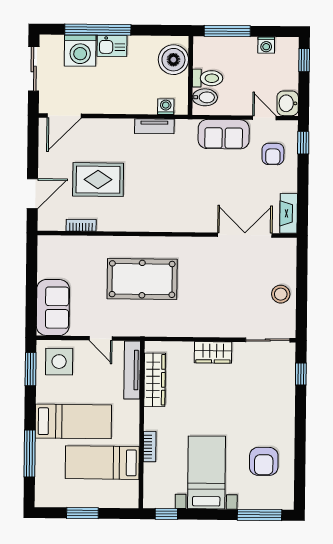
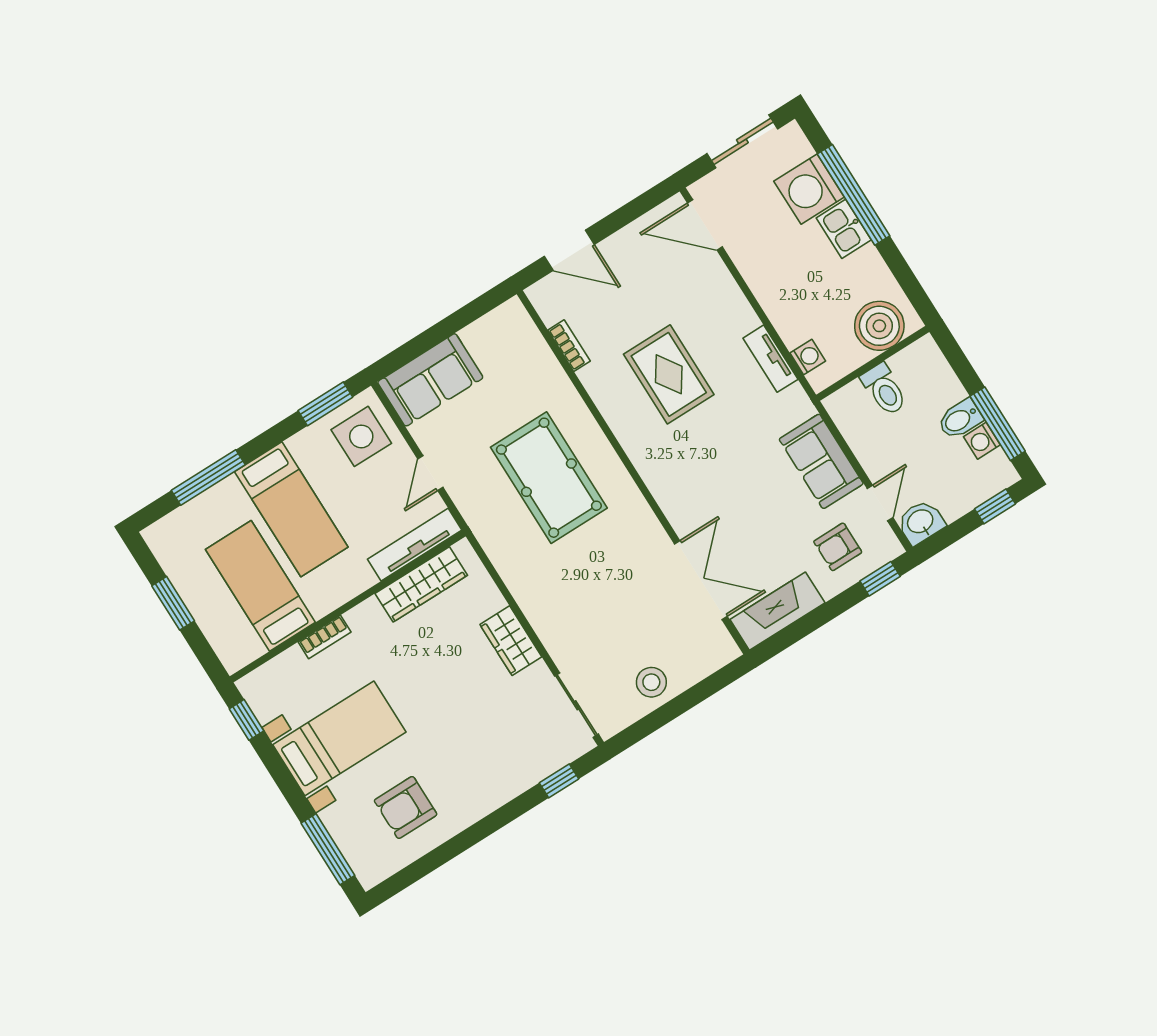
window: (227, 31) -> (998, 424), moved
bidet: (205, 97) -> (960, 419), moved, turned 90
rug: (98, 180) -> (669, 374), moved
fireplace: (289, 213) -> (777, 611), width x1.37, depth x1.32

